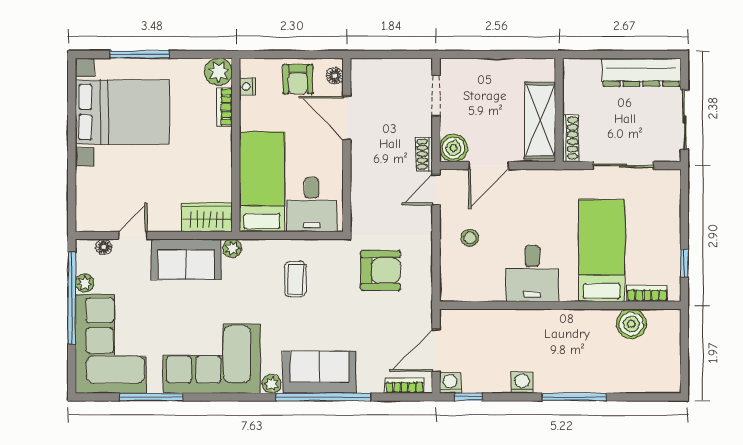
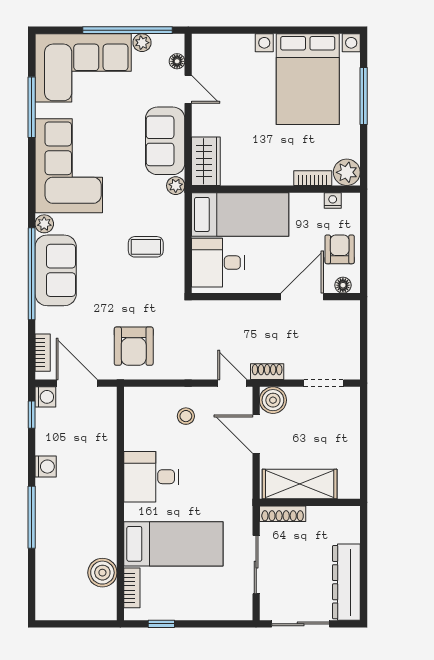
armchair: (298, 79) -> (340, 249), turned 90
armchair: (380, 271) -> (134, 346), moved

